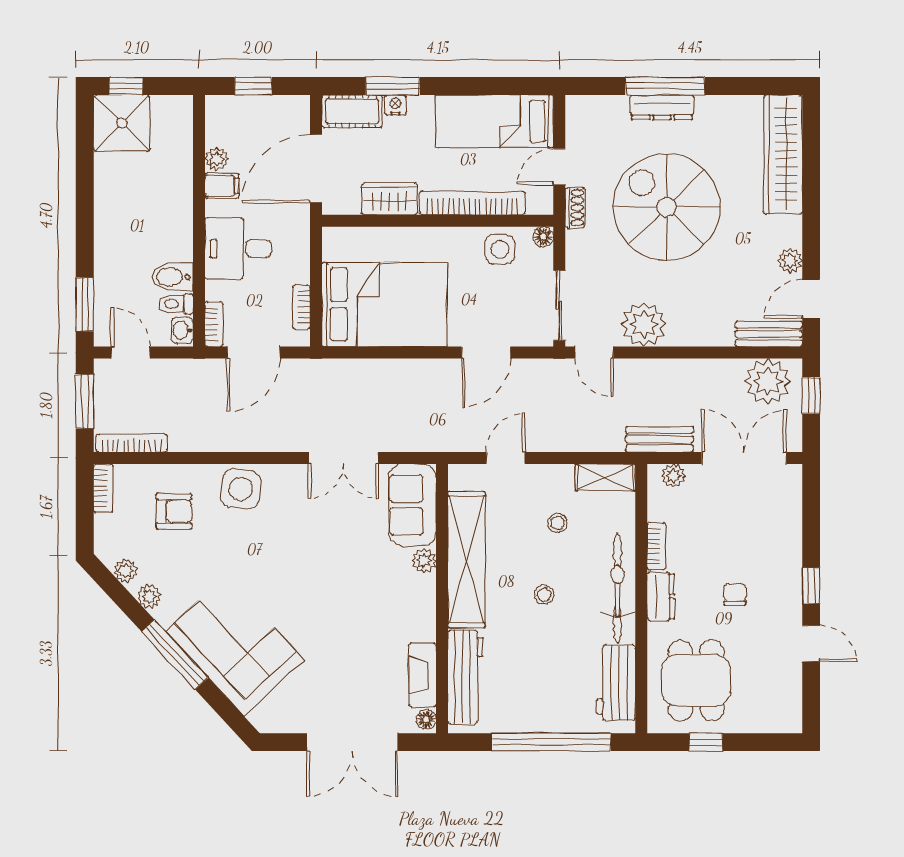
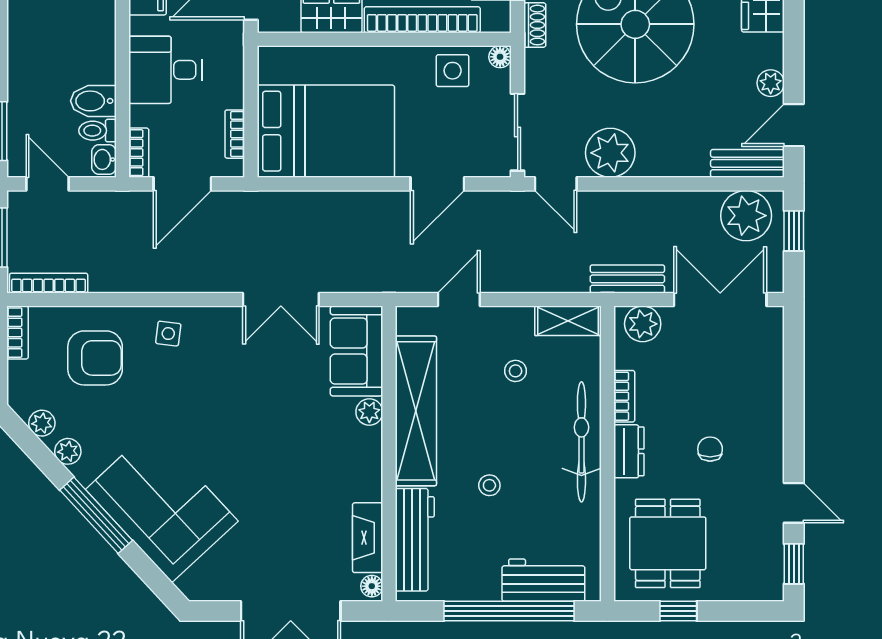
plant: (673, 476) -> (643, 324), width x1.38, depth x1.38
side table: (241, 489) -> (168, 334), width x0.54, depth x0.54
armchair: (174, 511) -> (95, 358), width x1.38, depth x1.38
window: (811, 586) -> (794, 564), moved
stool: (544, 595) -> (489, 485), moved
workbench: (616, 683) -> (543, 580), moved, turned 90

